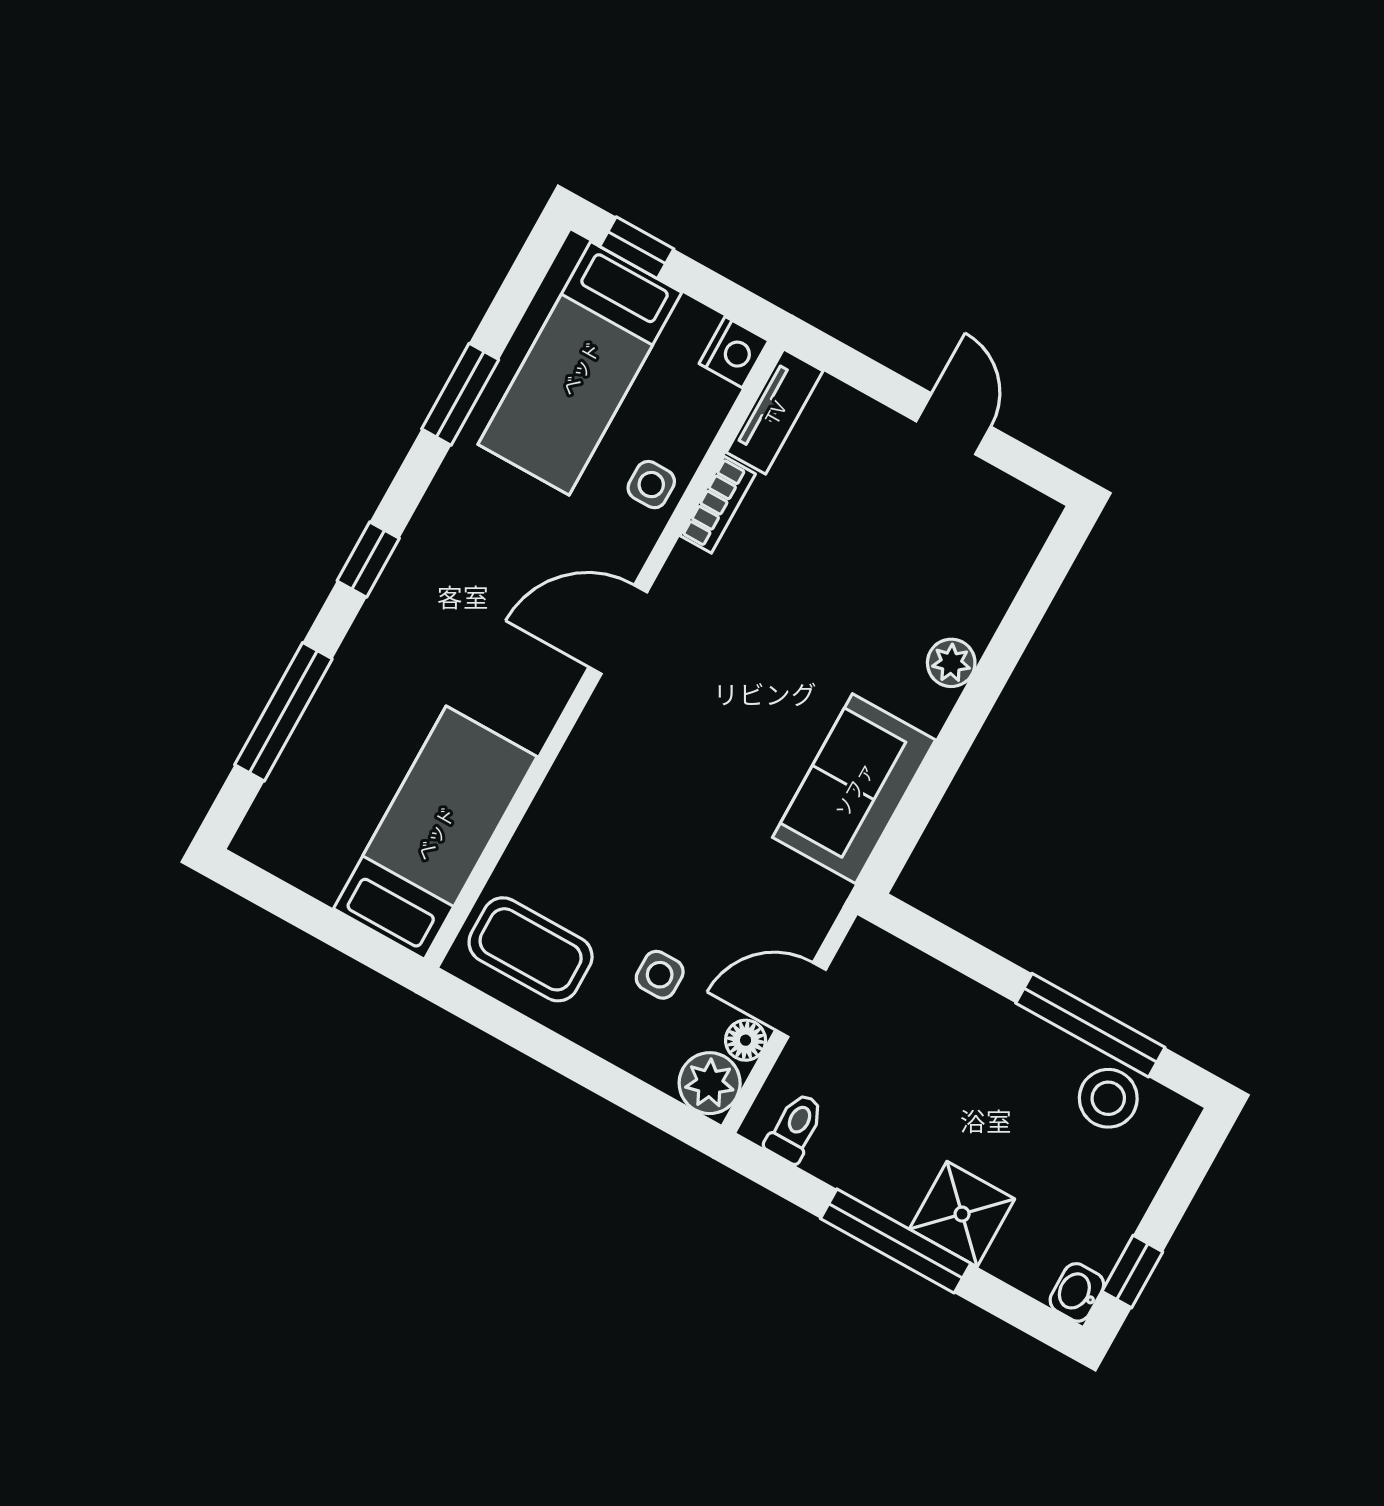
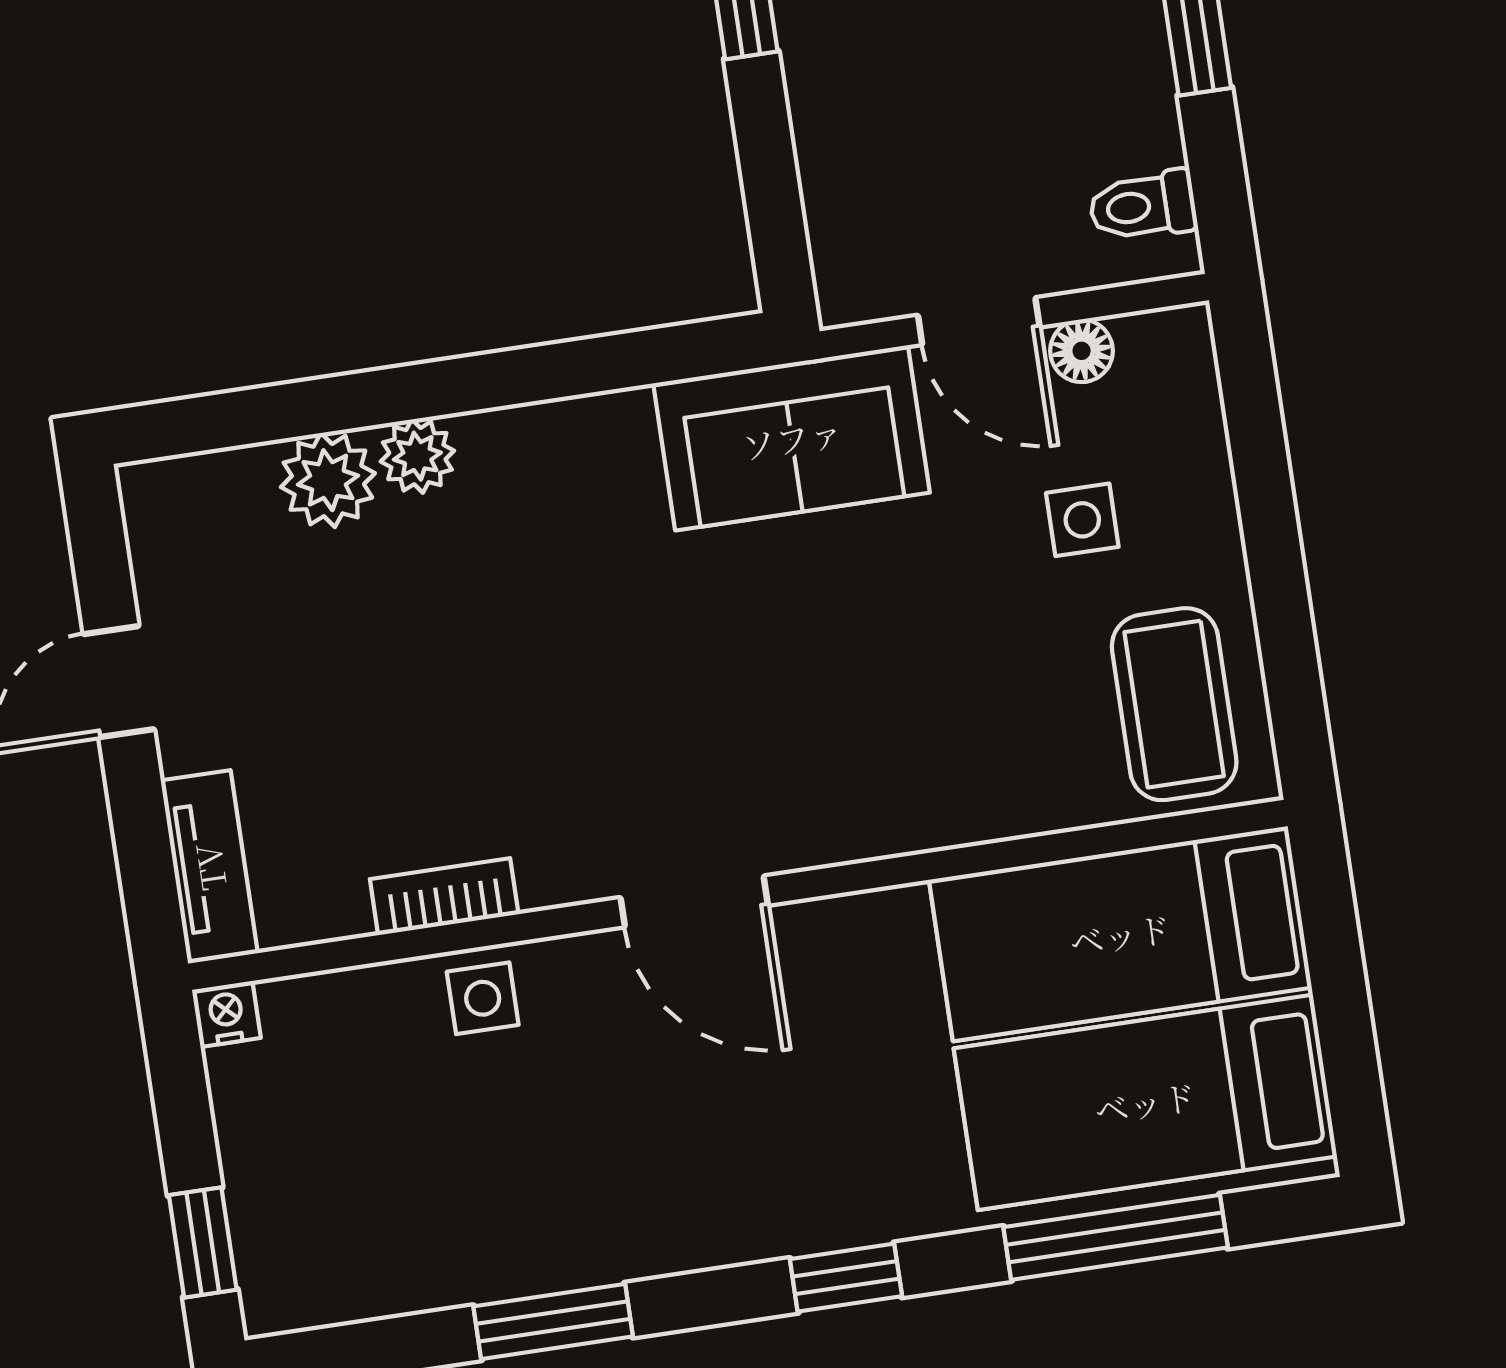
nightstand: (734, 352) -> (226, 1014), width x0.72, depth x0.74
bed: (580, 368) -> (1145, 1102), moved, turned 180
tv unit: (775, 412) -> (209, 867), moved, turned 90
sofa: (854, 789) -> (792, 438), moved
plant: (710, 1083) -> (328, 480), moved

